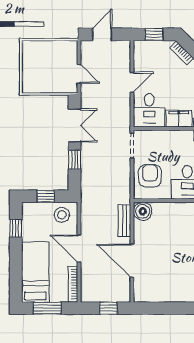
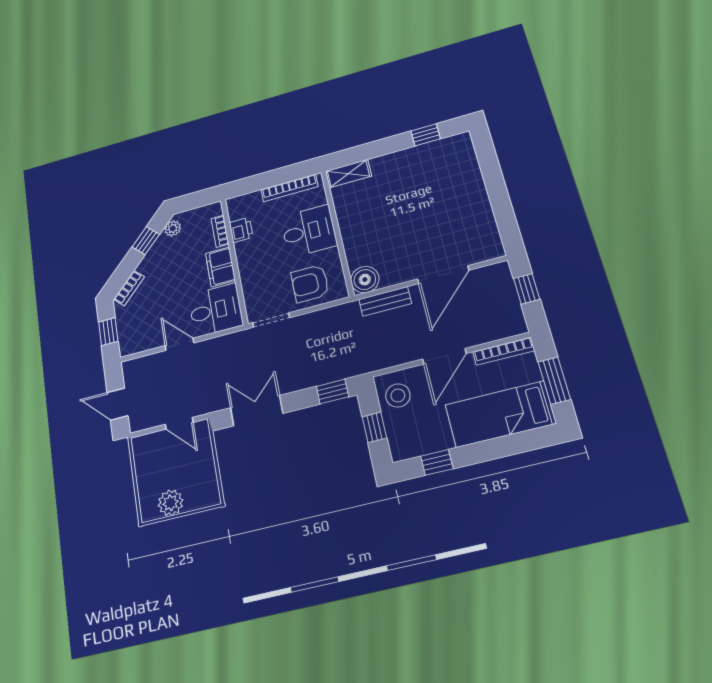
plant: (30, 61) -> (171, 503), added
door: (79, 74) -> (179, 423), swing flipped
window: (75, 160) -> (332, 391), moved

